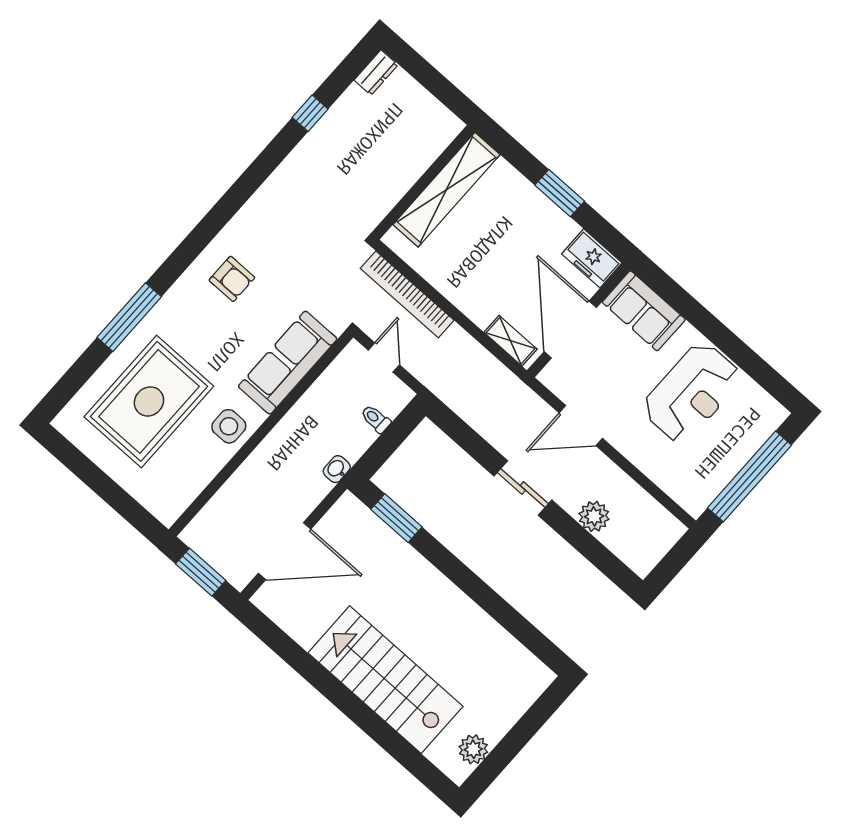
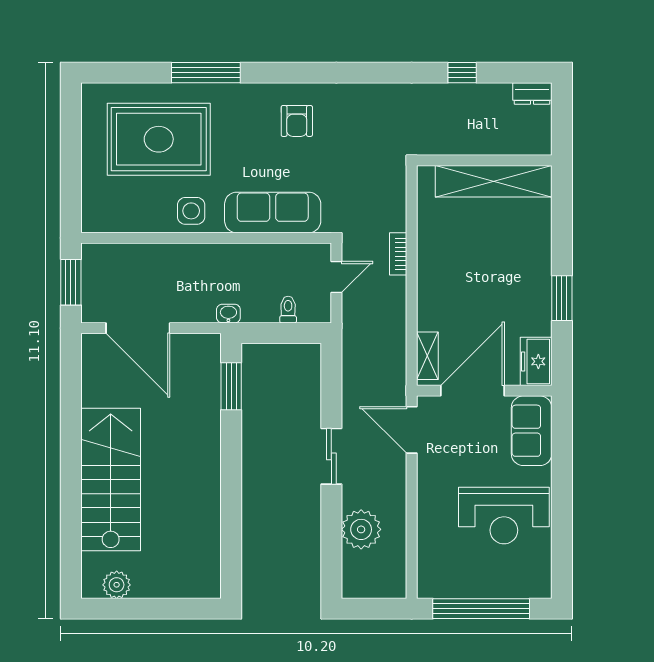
wall: (423, 182) -> (484, 160), moved
shelving: (446, 190) -> (494, 181), moved
bookcase: (407, 294) -> (398, 254), width x0.43, depth x0.76
door: (581, 426) -> (412, 430), moved
plant: (594, 516) -> (361, 529), width x1.36, depth x1.36

